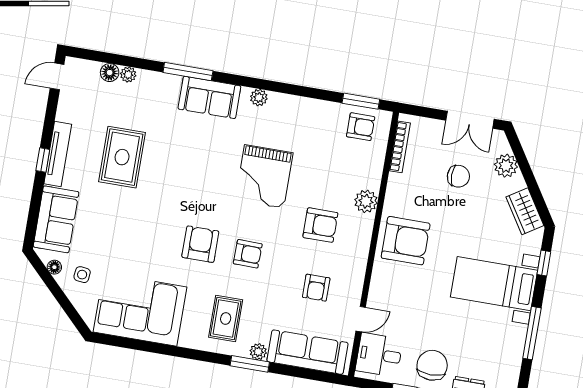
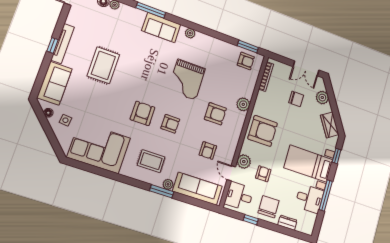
rug: (122, 157) -> (103, 65), moved
plant: (380, 297) -> (244, 162), added
armchair: (416, 312) -> (263, 174), added
rug: (226, 319) -> (151, 161), turned 90
door: (361, 319) -> (231, 173), swing flipped
desk: (503, 342) -> (309, 199), added

